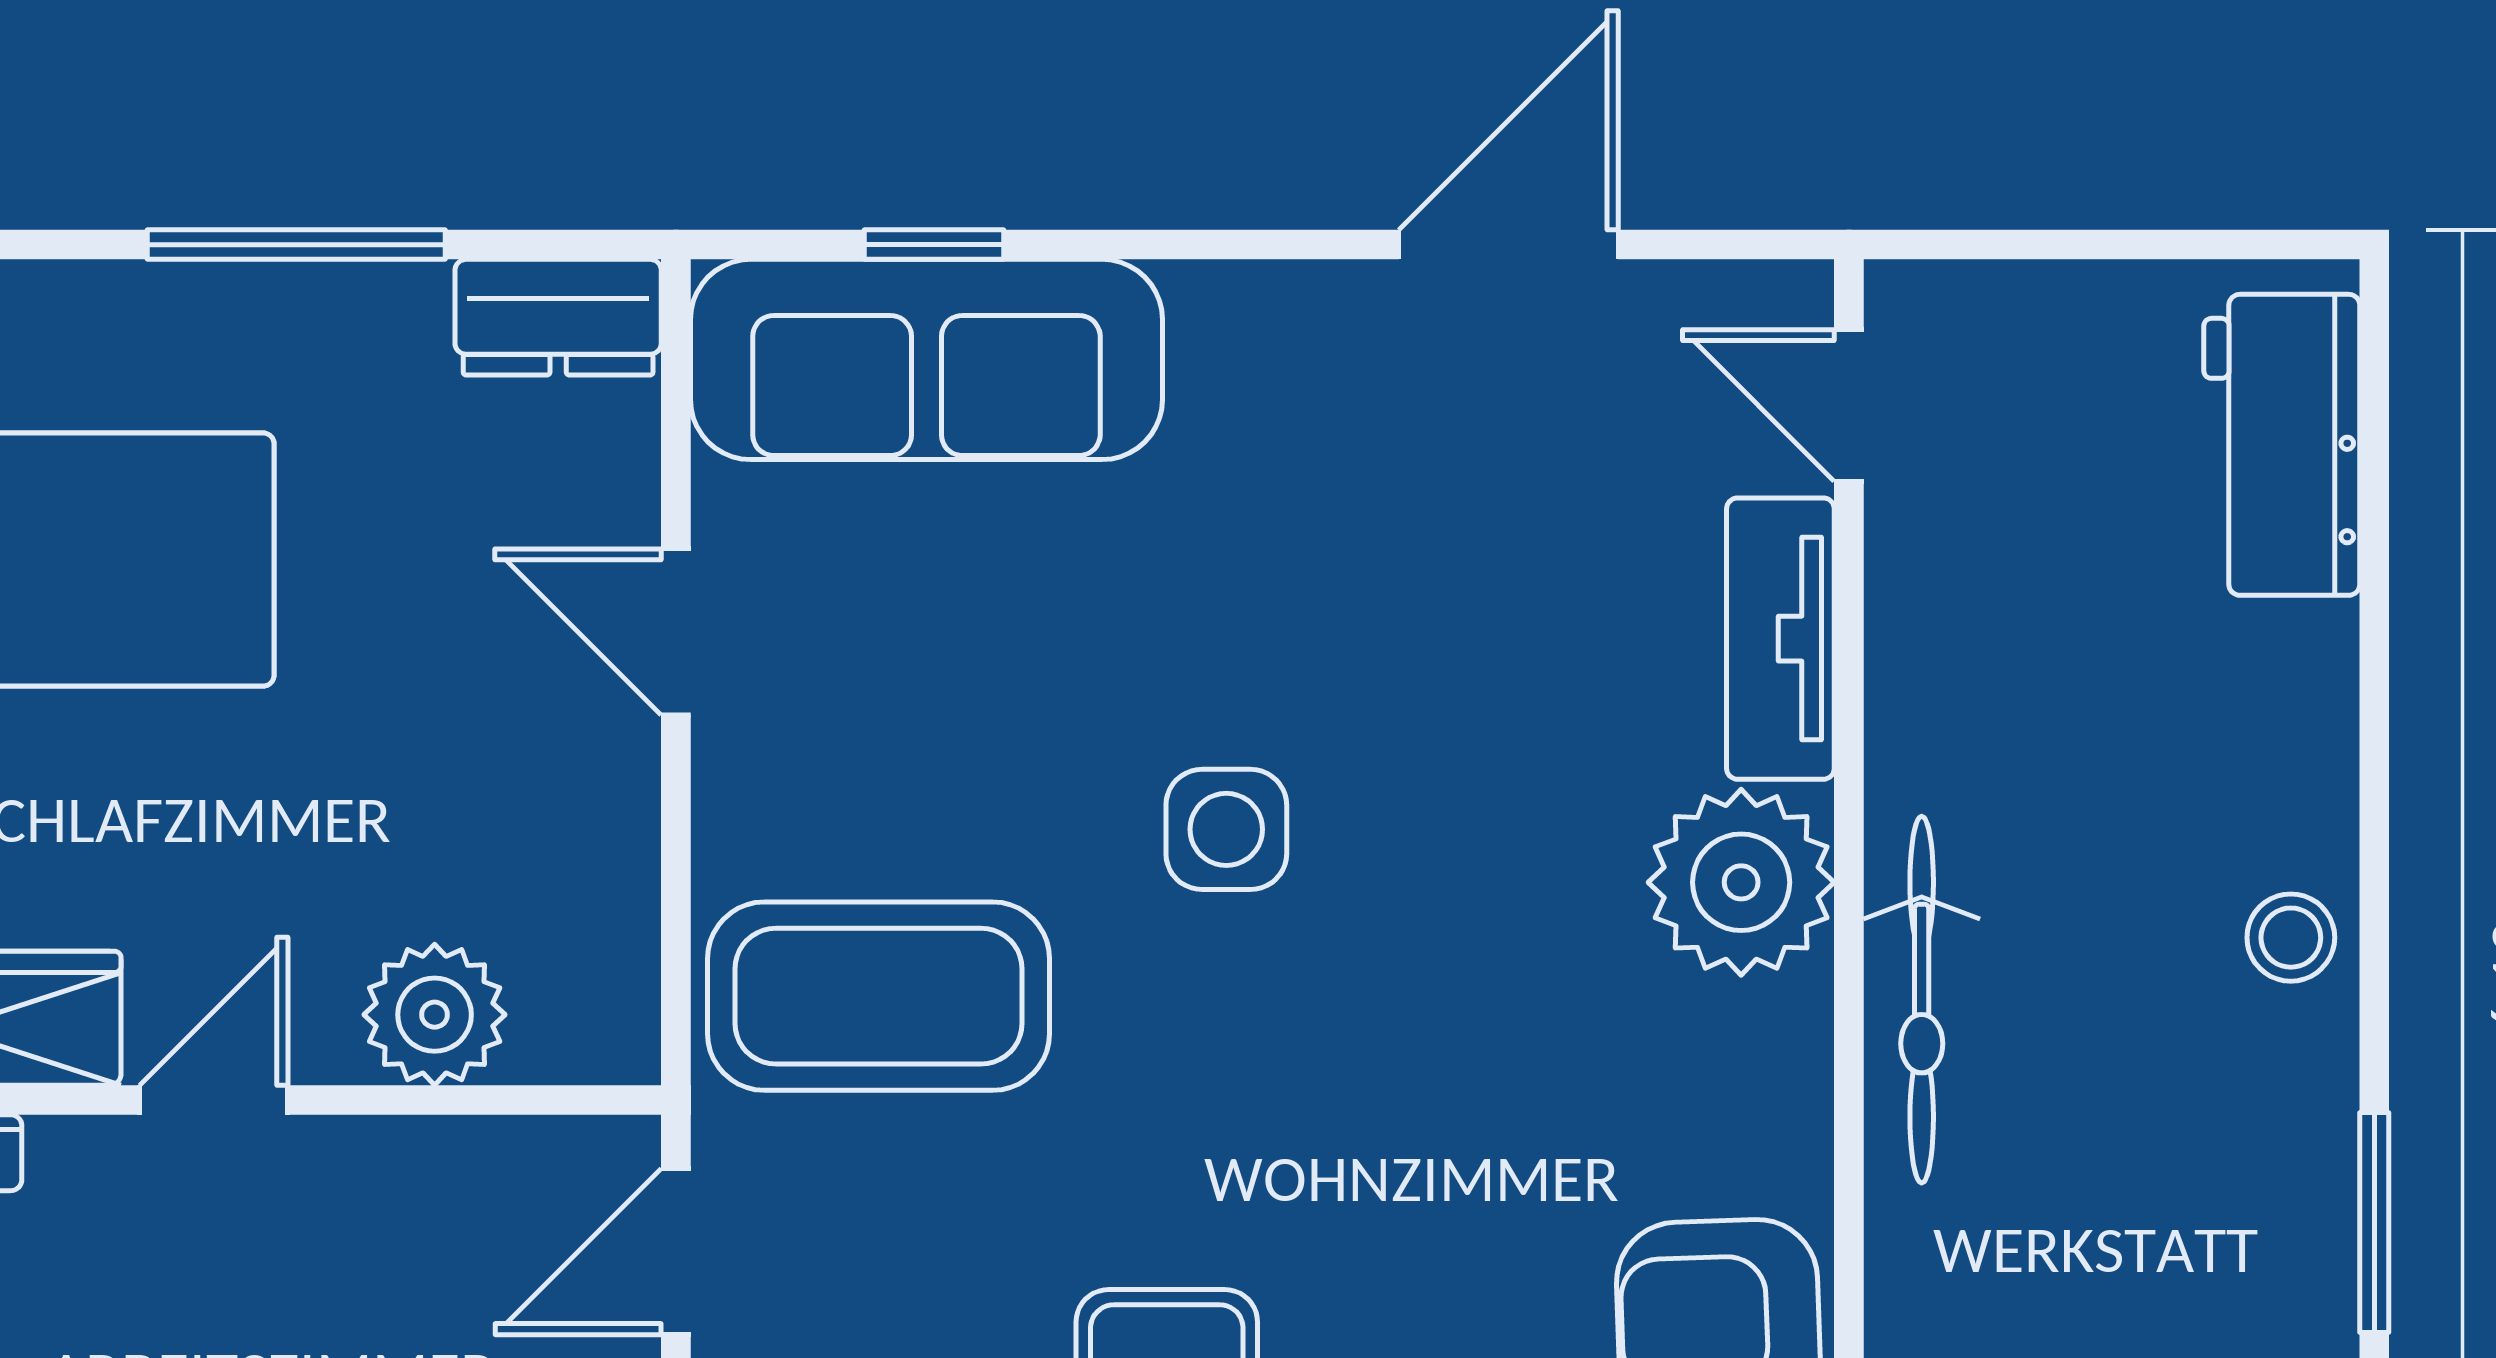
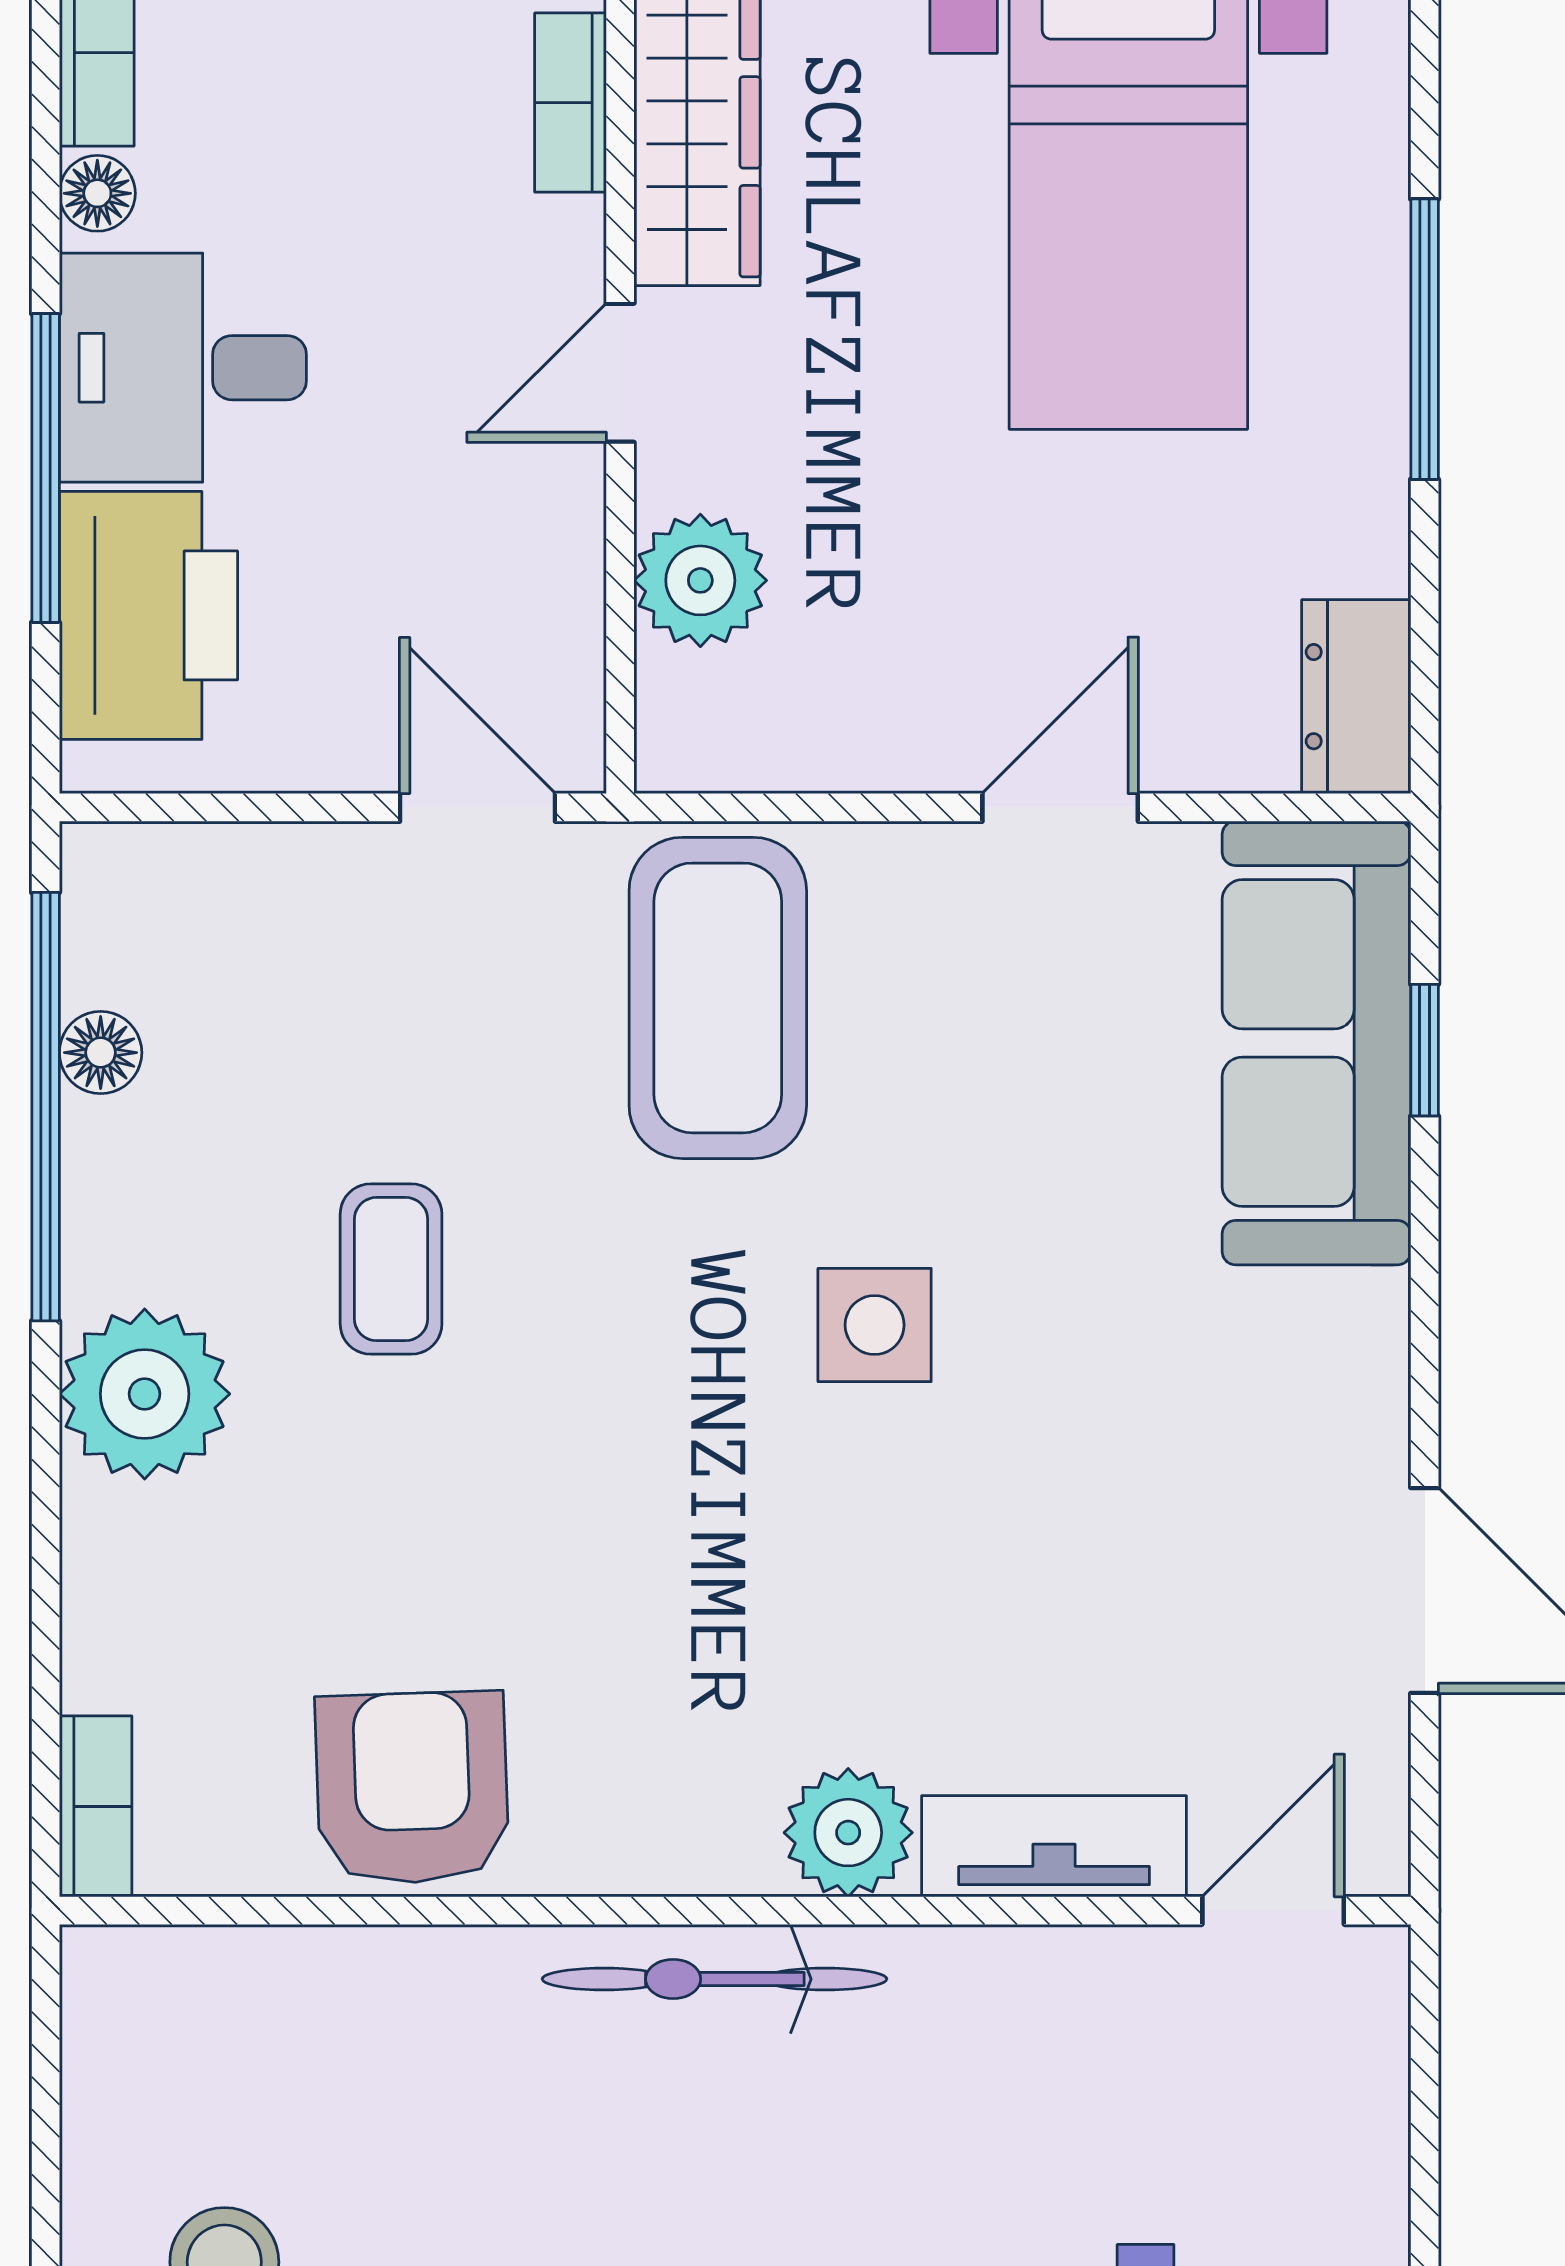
window: (296, 245) -> (1425, 339), moved
plant: (1741, 882) -> (848, 1833), width x0.73, depth x0.73
door: (214, 1100) -> (620, 373), swing flipped

